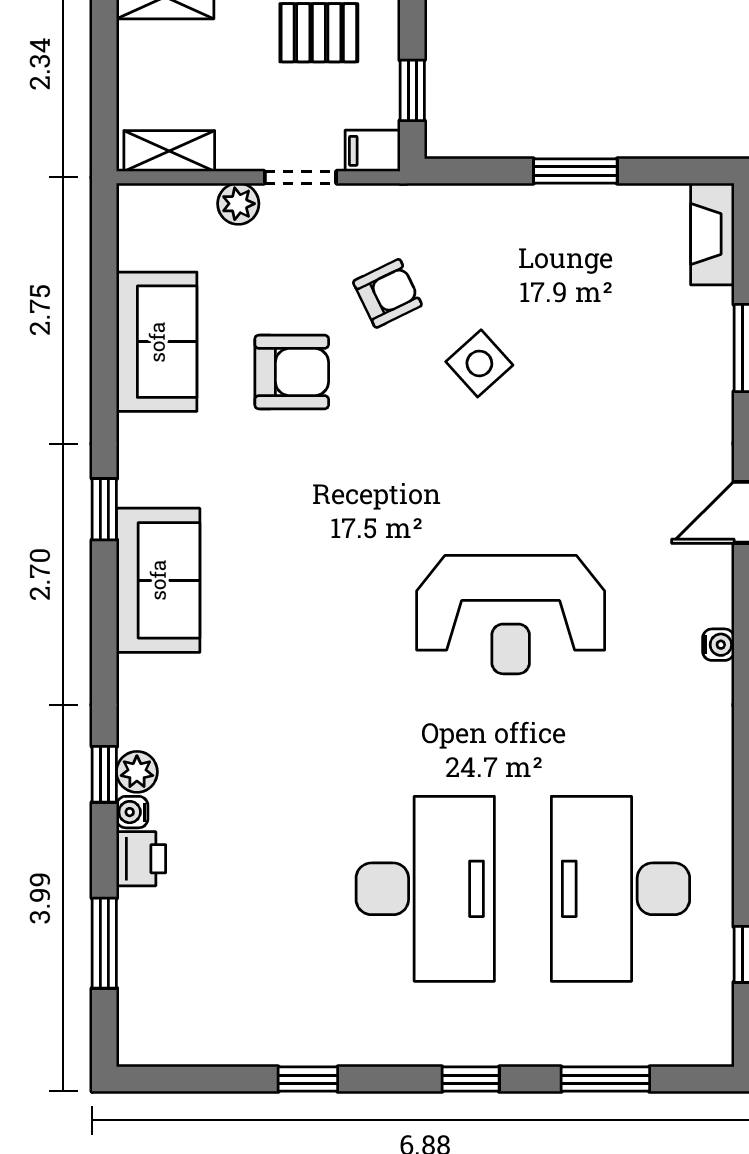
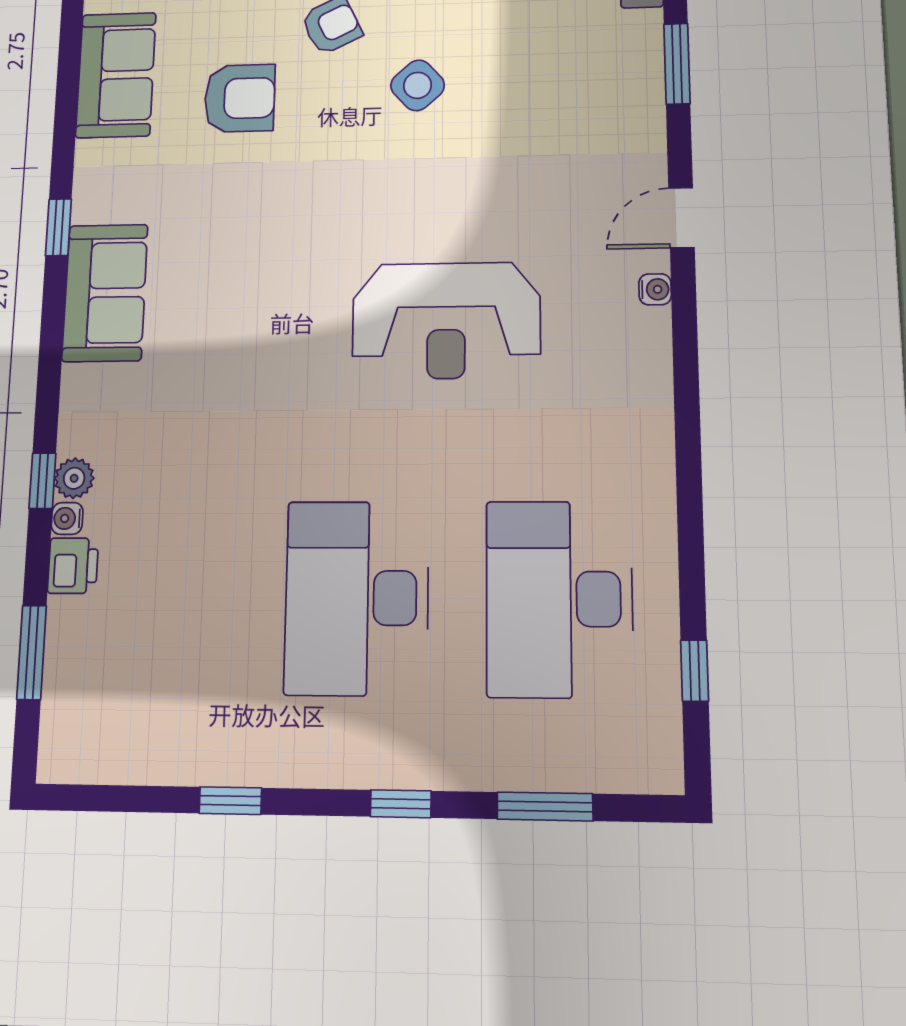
water cooler: (718, 645) -> (655, 289), moved
desk: (425, 889) -> (357, 598), turned 180

